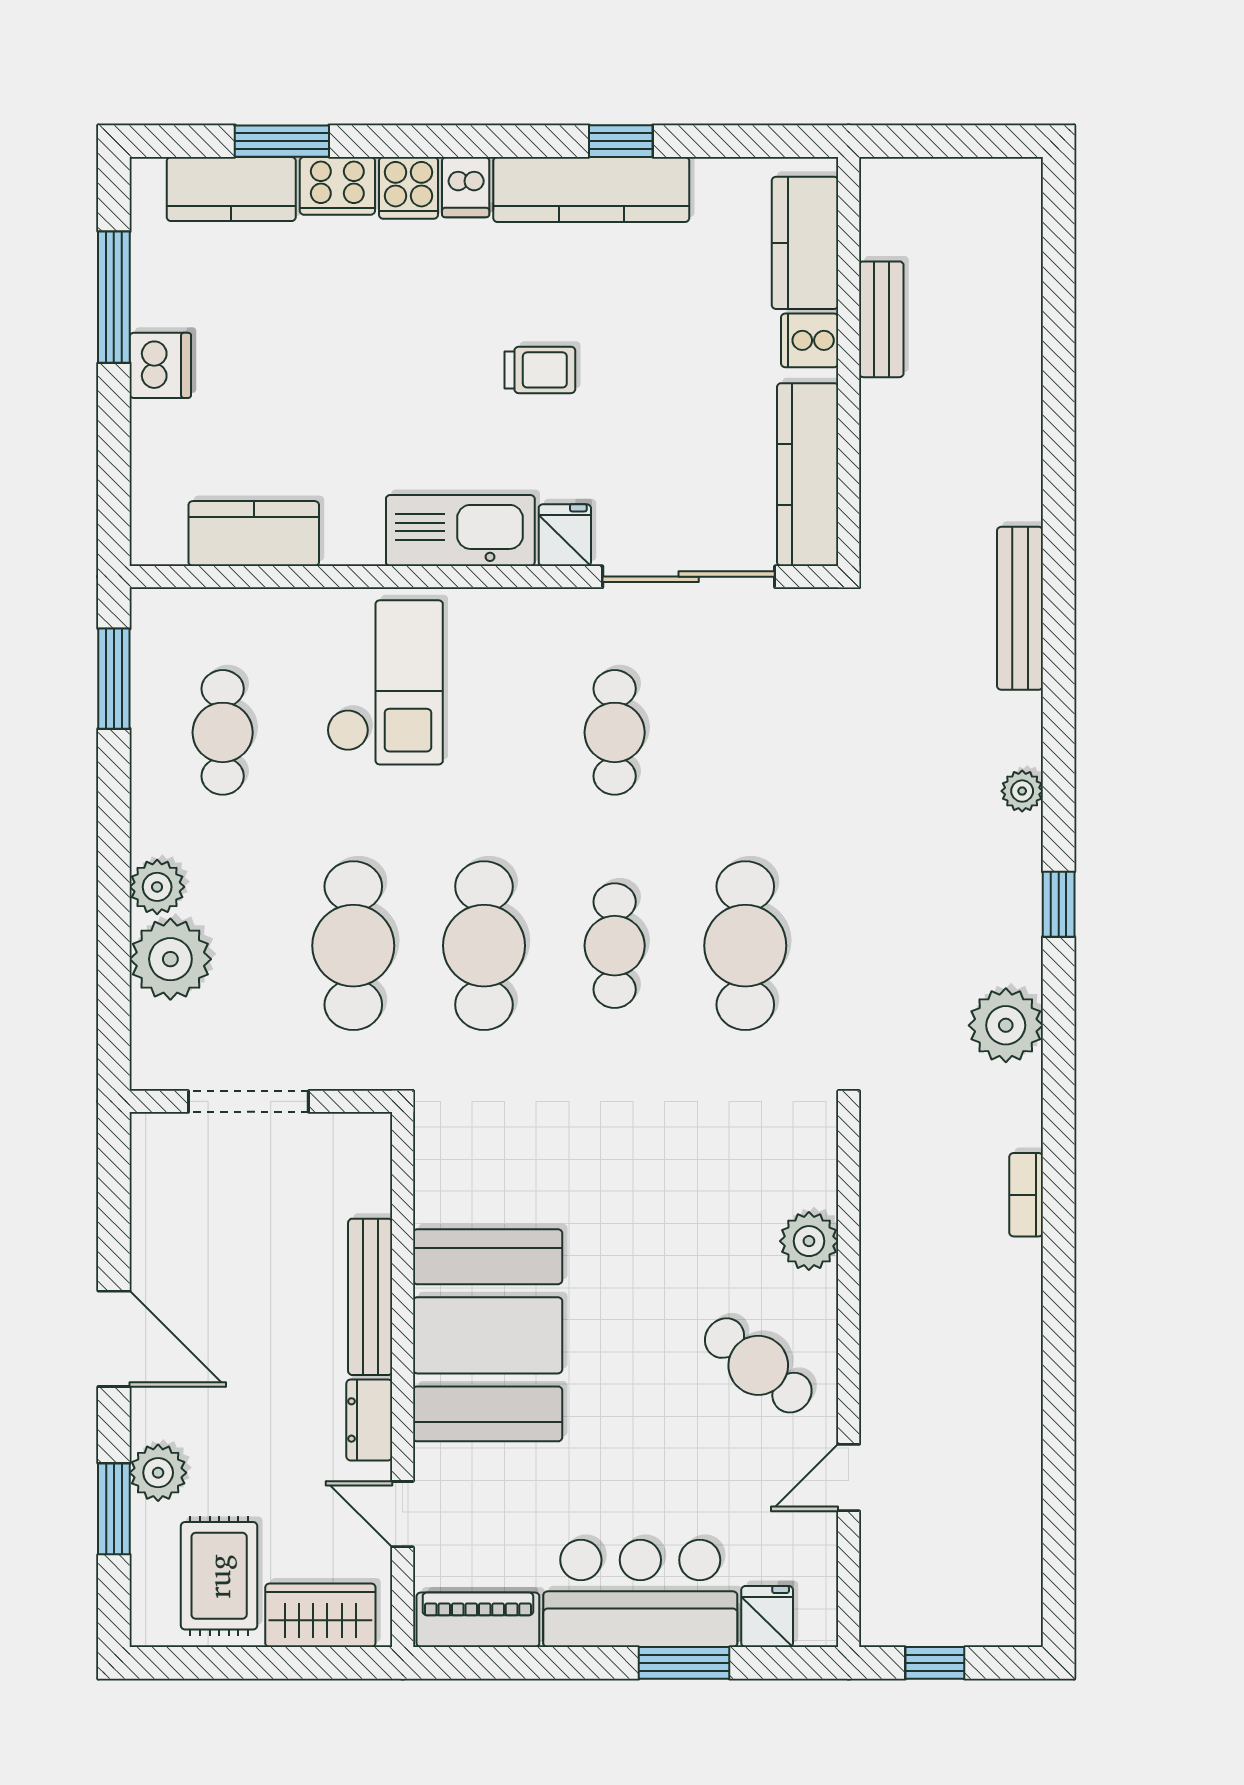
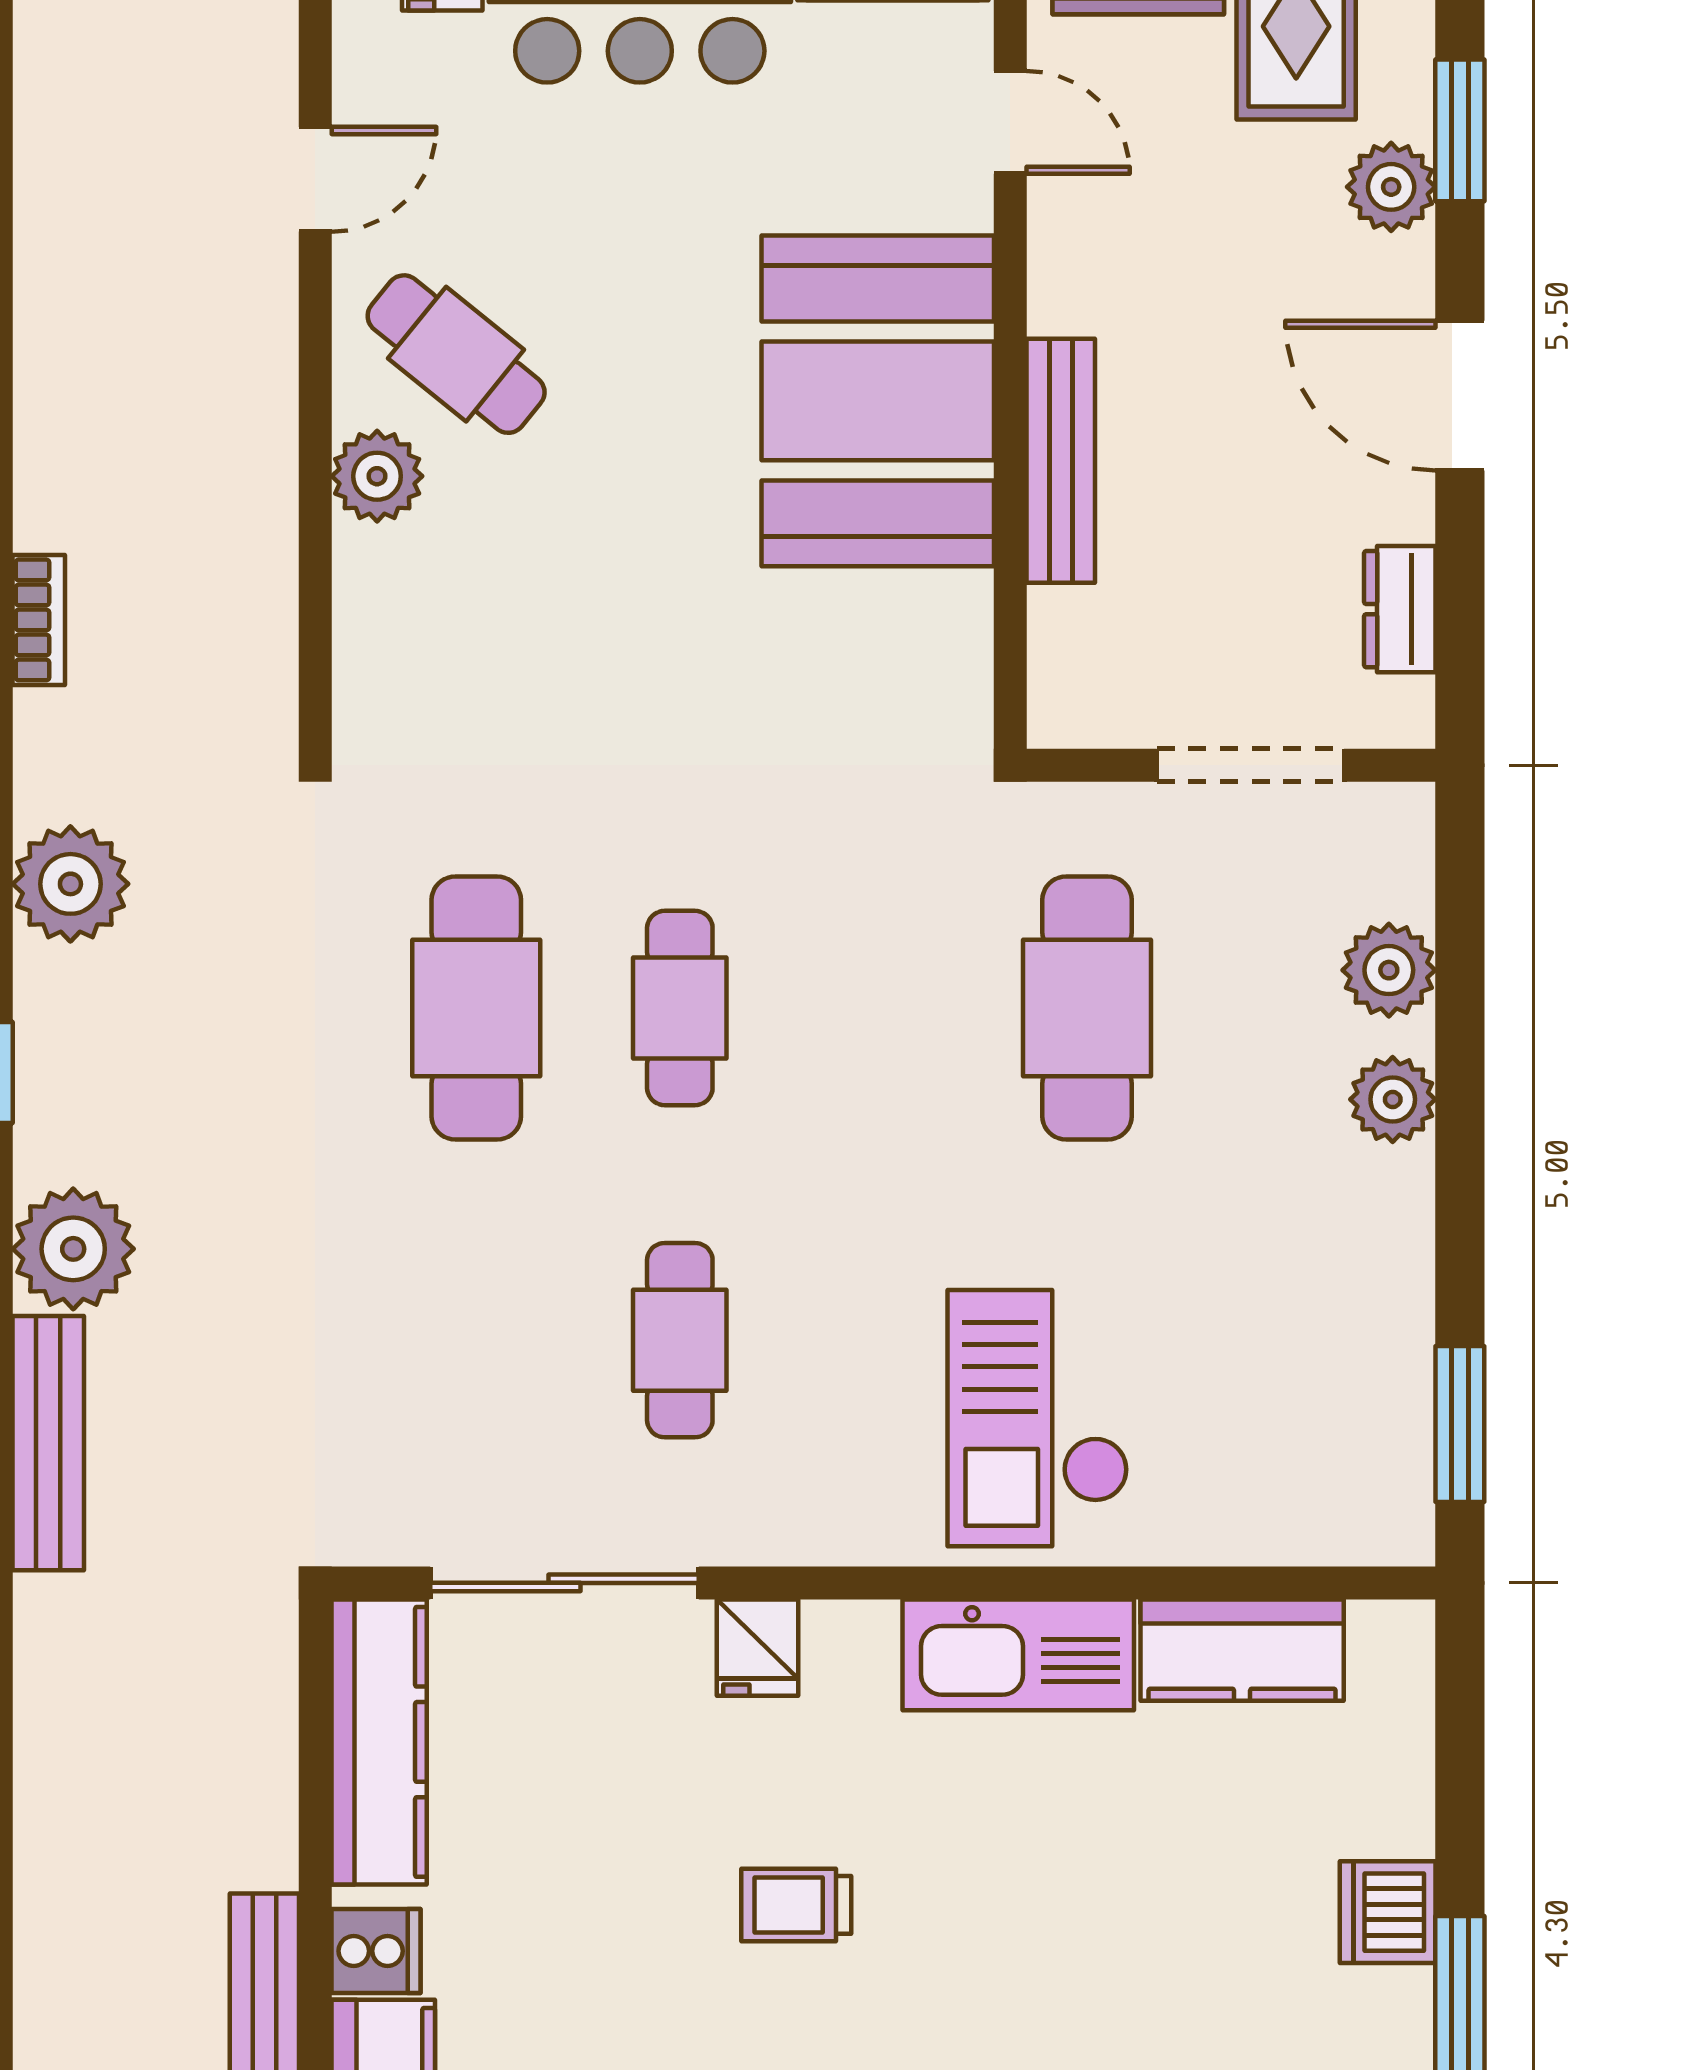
kitchen sink: (460, 530) -> (1018, 1655), moved
bench: (1020, 608) -> (48, 1443), moved
cafe table: (223, 732) -> (1291, 1340), removed
plant: (1022, 791) -> (73, 1249), width x1.88, depth x1.88
cafe table: (484, 946) -> (883, 1008), removed
plant: (170, 959) -> (1389, 970), width x0.73, depth x0.73
plant: (809, 1241) -> (377, 476), moved
dresser: (369, 1420) -> (1400, 609), moved, turned 180

